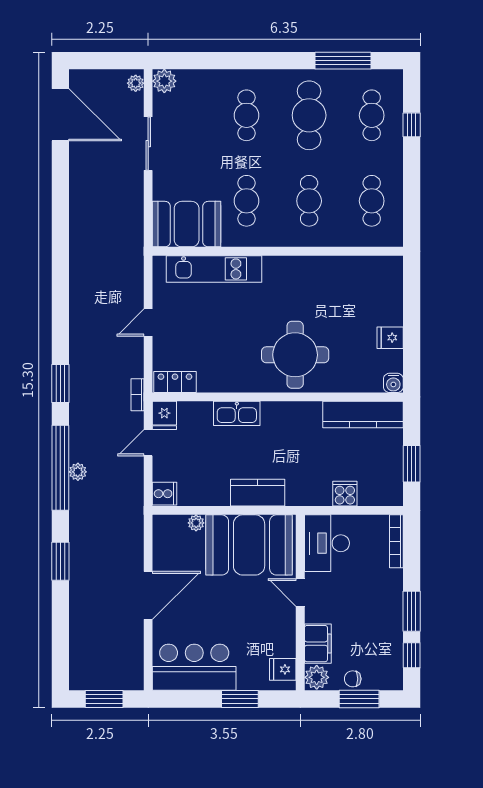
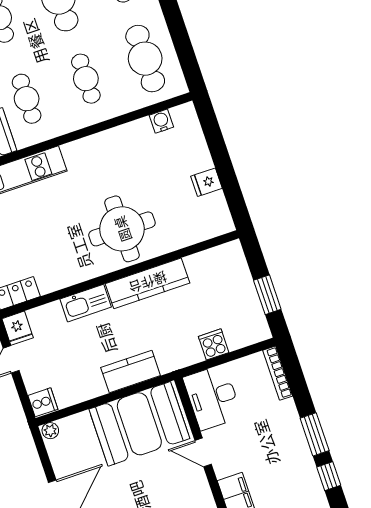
cafe table: (372, 201) -> (145, 59), width x1.37, depth x1.35
water cooler: (393, 383) -> (161, 121), moved, turned 180
kitchen counter: (363, 415) -> (148, 283), moved
plant: (196, 523) -> (50, 431), moved

